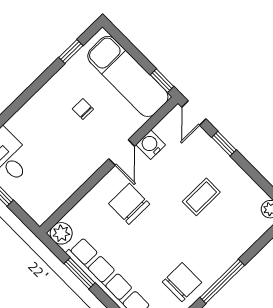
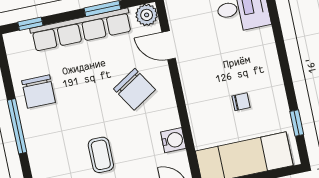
door: (122, 152) -> (169, 45), moved
chair: (129, 204) -> (134, 89), turned 58

